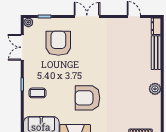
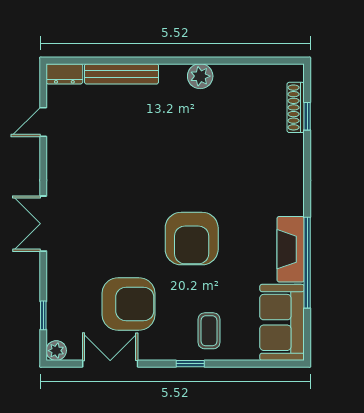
armchair: (58, 43) -> (128, 304), moved, turned 180
double door: (22, 47) -> (110, 364), swing flipped
armchair: (87, 98) -> (192, 239), moved

